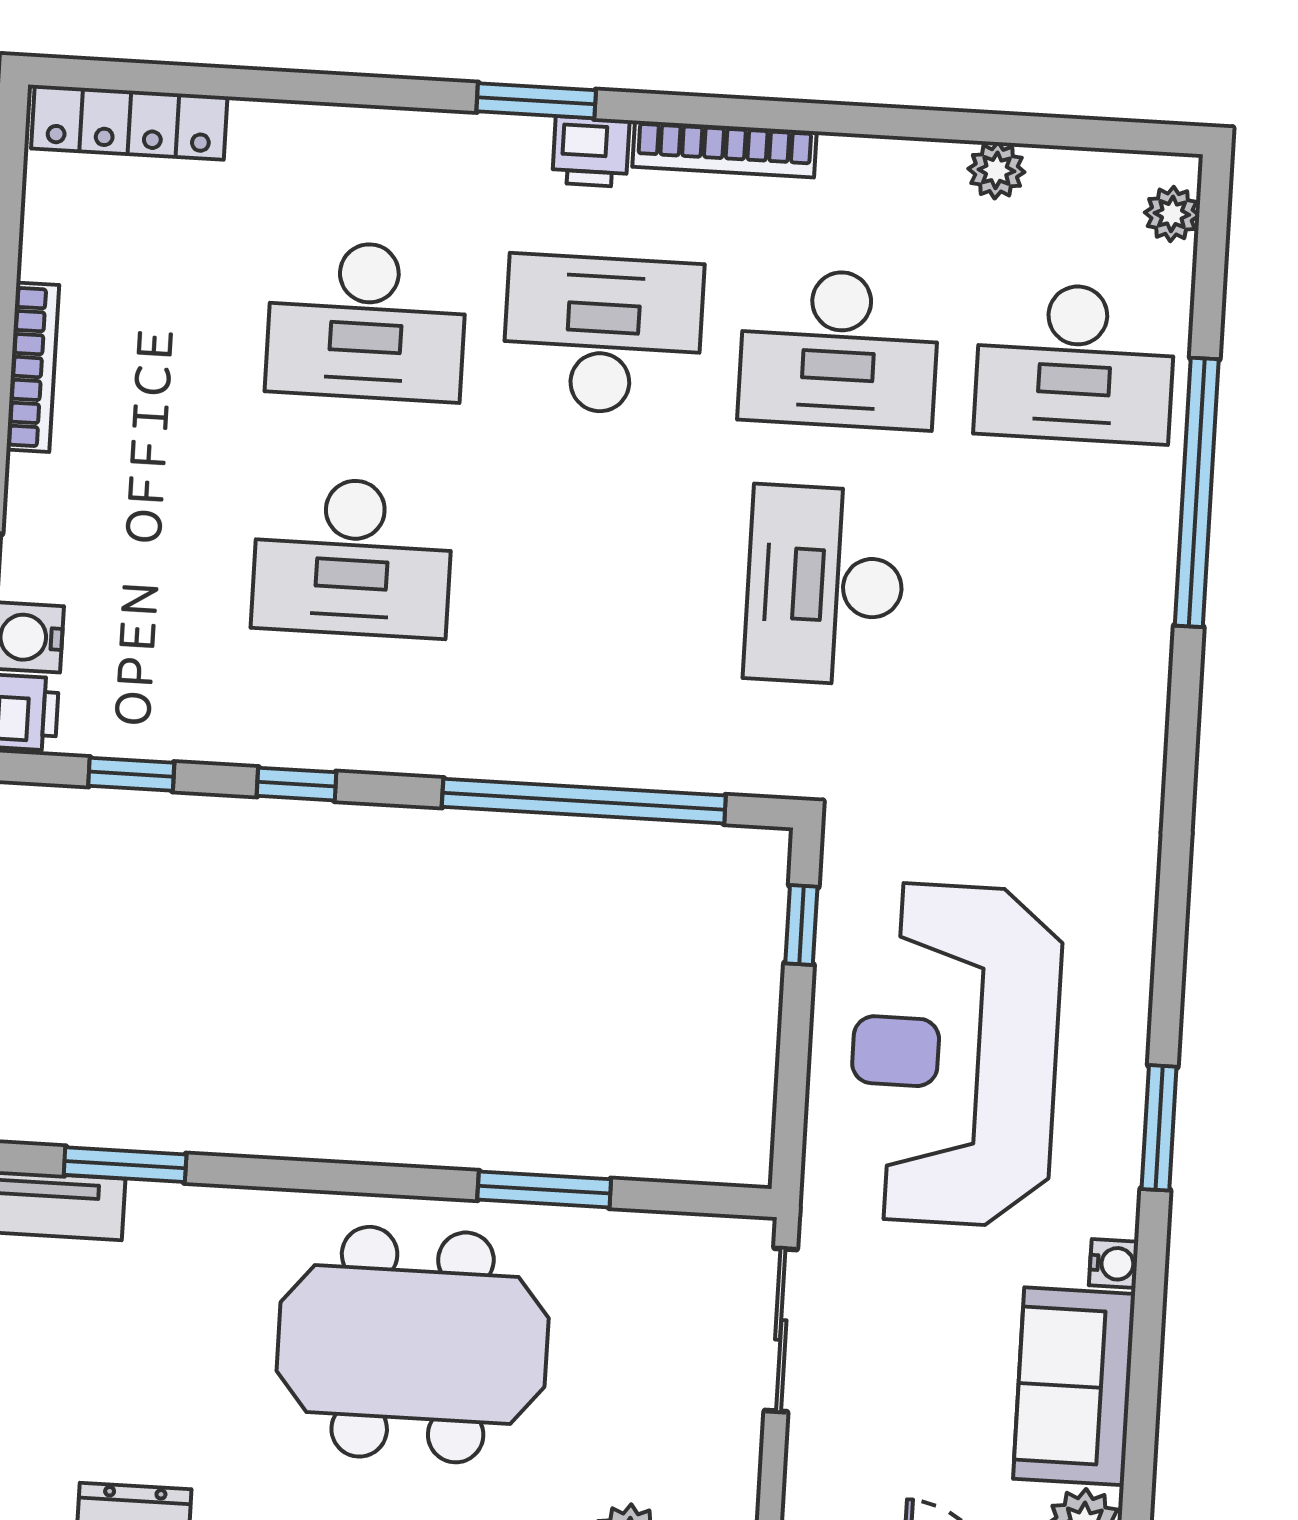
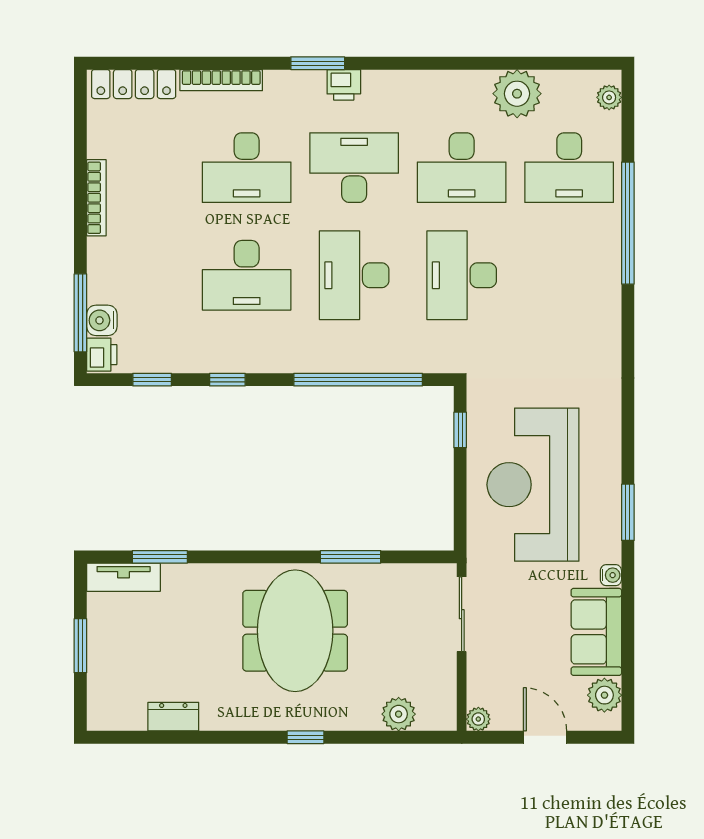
bookcase: (724, 149) -> (221, 80), moved
plant: (996, 170) -> (517, 94), width x1.87, depth x1.87
desk: (589, 571) -> (354, 275), added
meeting table: (413, 1345) -> (295, 631), turned 90

